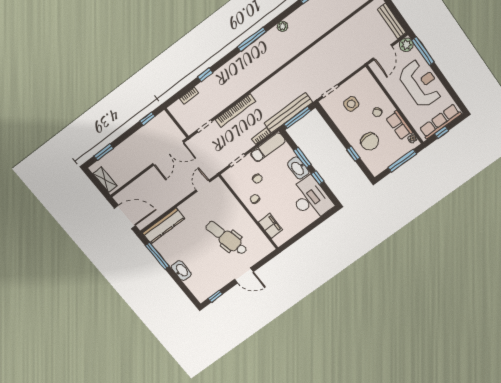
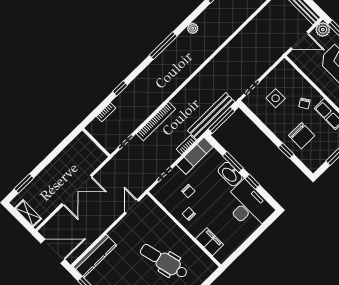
door: (383, 52) -> (300, 40), hinge flipped
window: (147, 119) -> (66, 142), removed
double door: (168, 153) -> (77, 190), moved

